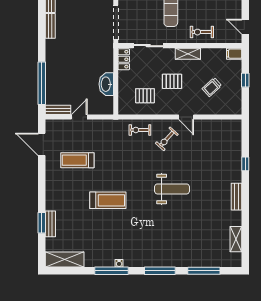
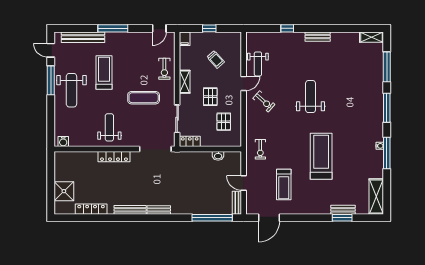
washbasin: (106, 84) -> (218, 156), width x0.52, depth x0.69
exercise bike: (140, 130) -> (260, 149), moved
weight bench: (207, 132) -> (258, 64), added
treadmill: (108, 200) -> (321, 156), width x1.37, depth x1.38
shelving: (236, 239) -> (371, 37), moved

